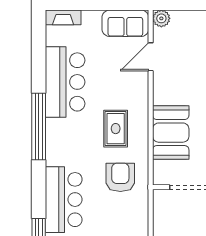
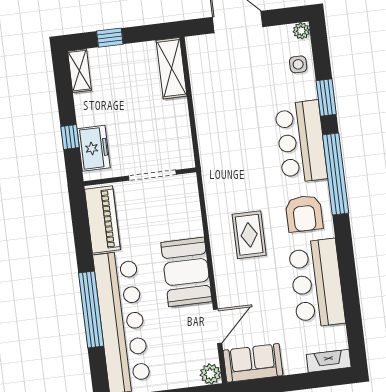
window: (39, 126) -> (336, 174), moved
booth: (171, 133) -> (186, 272), moved
armchair: (120, 177) -> (304, 214), moved

